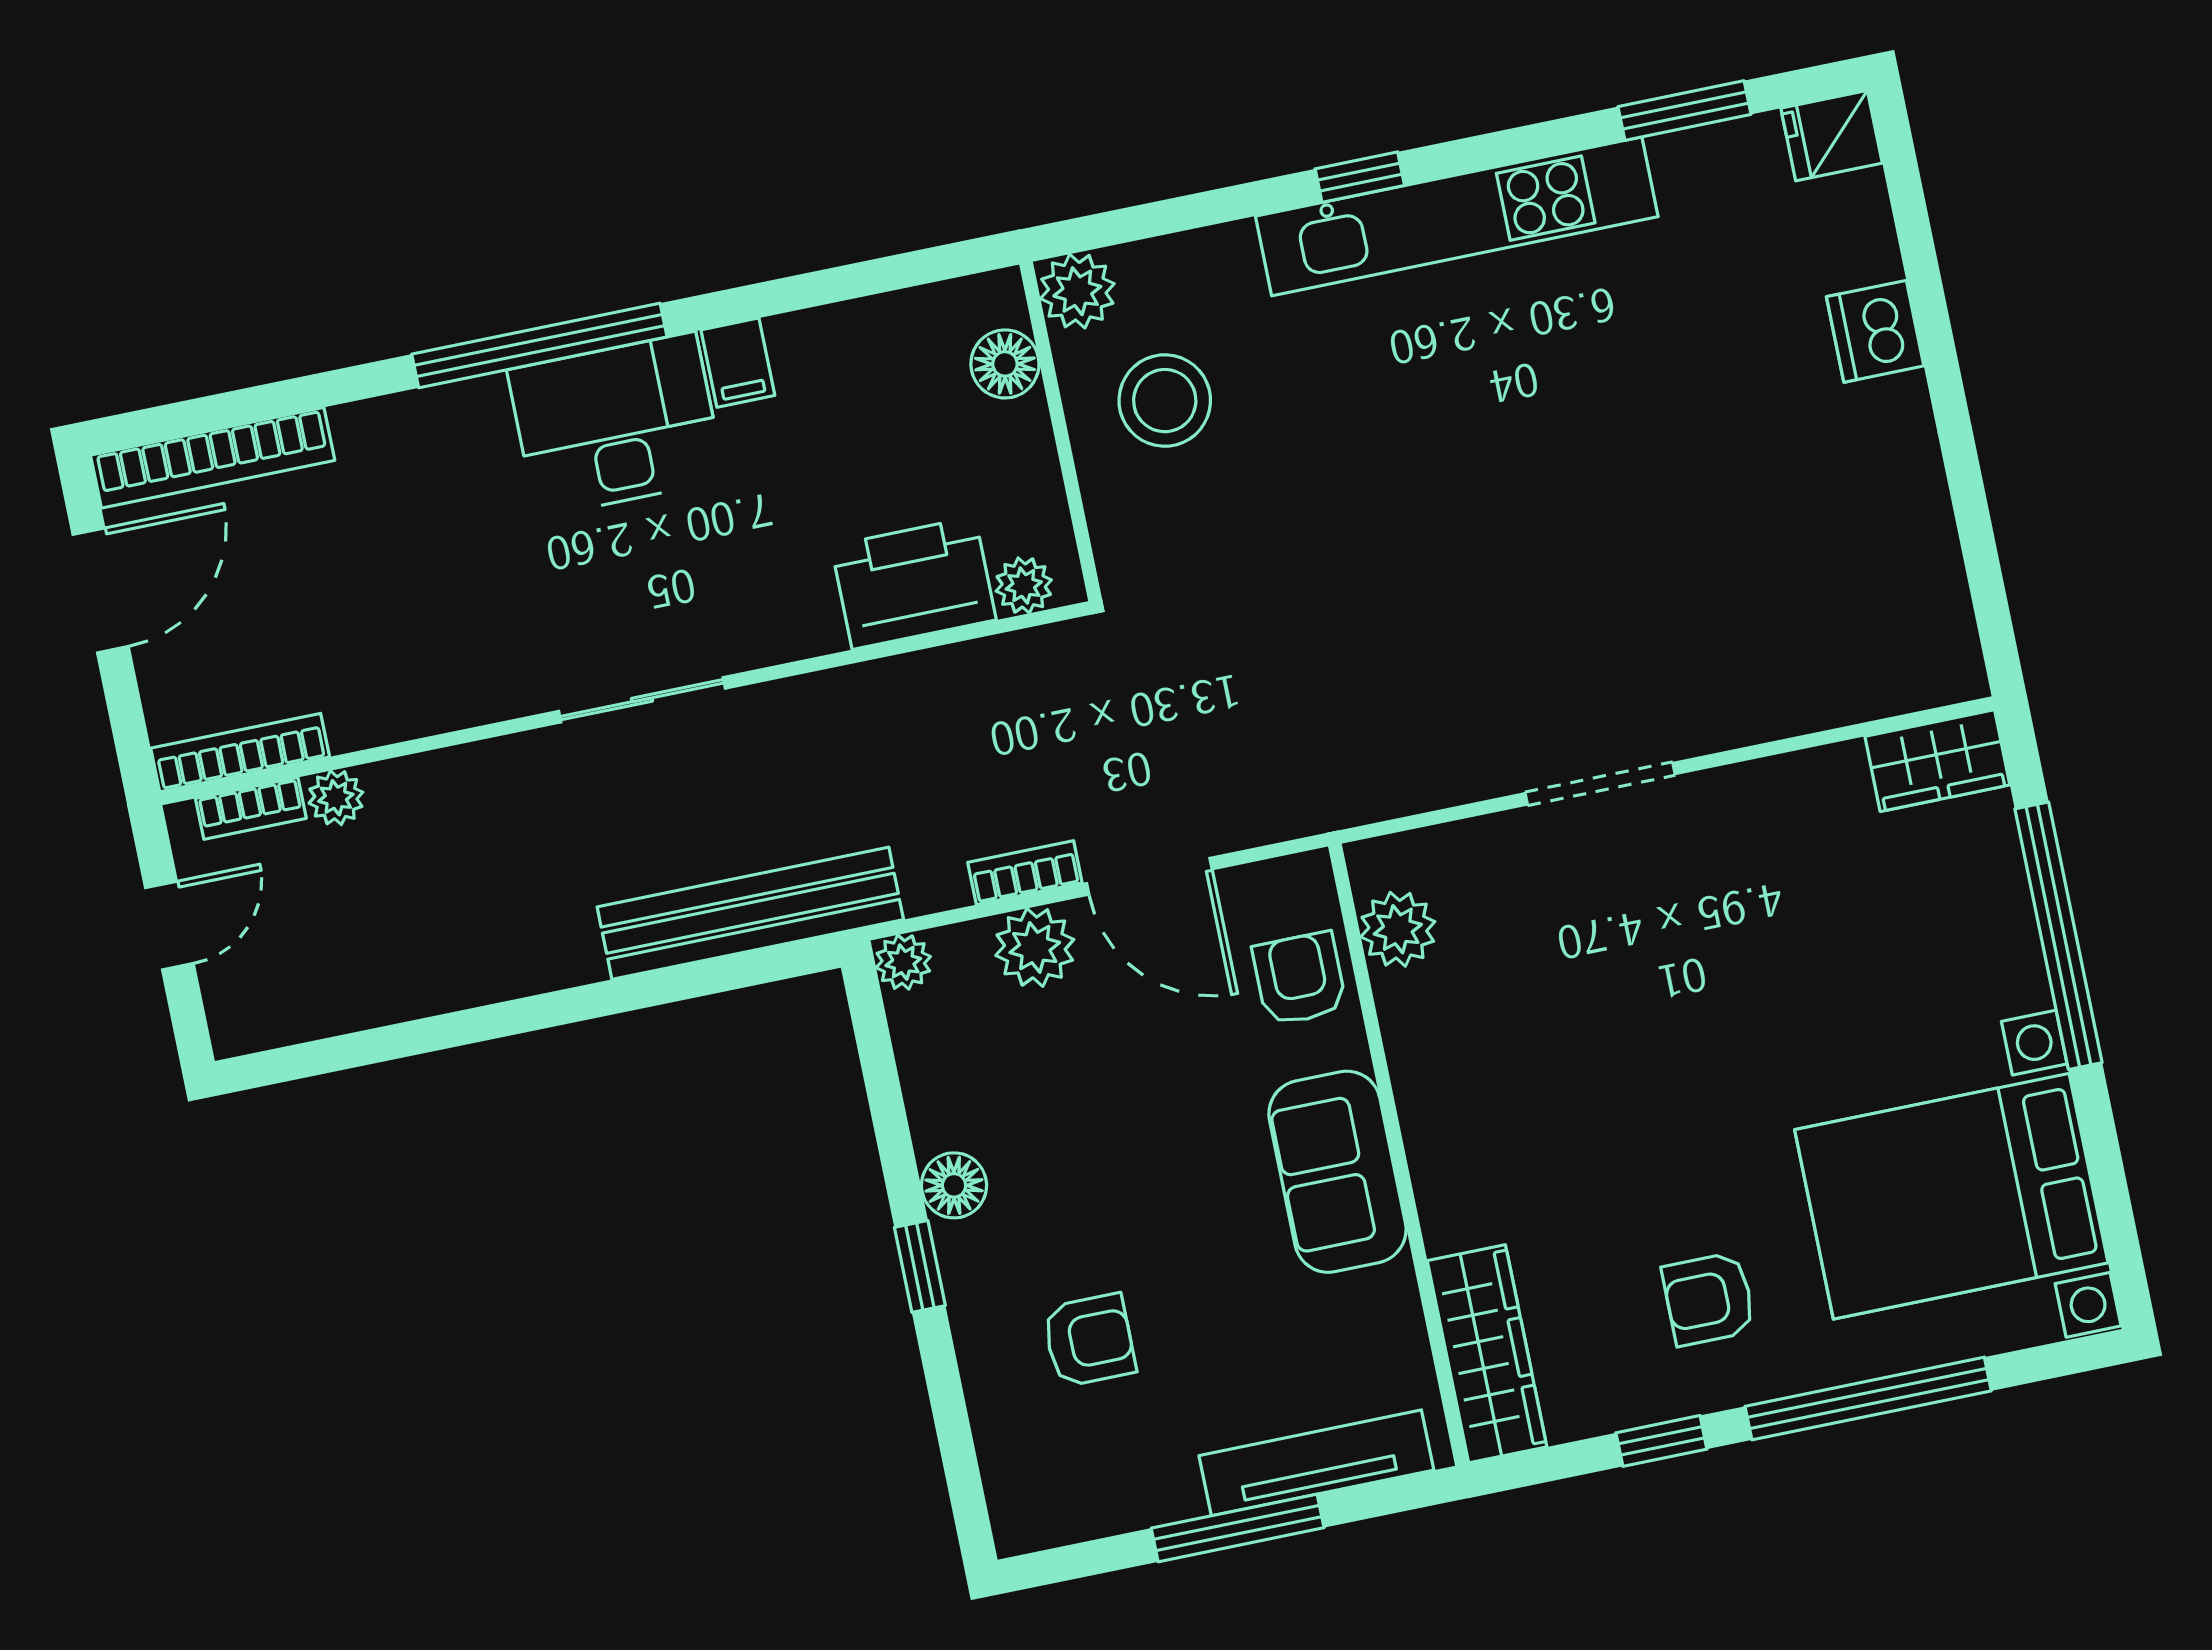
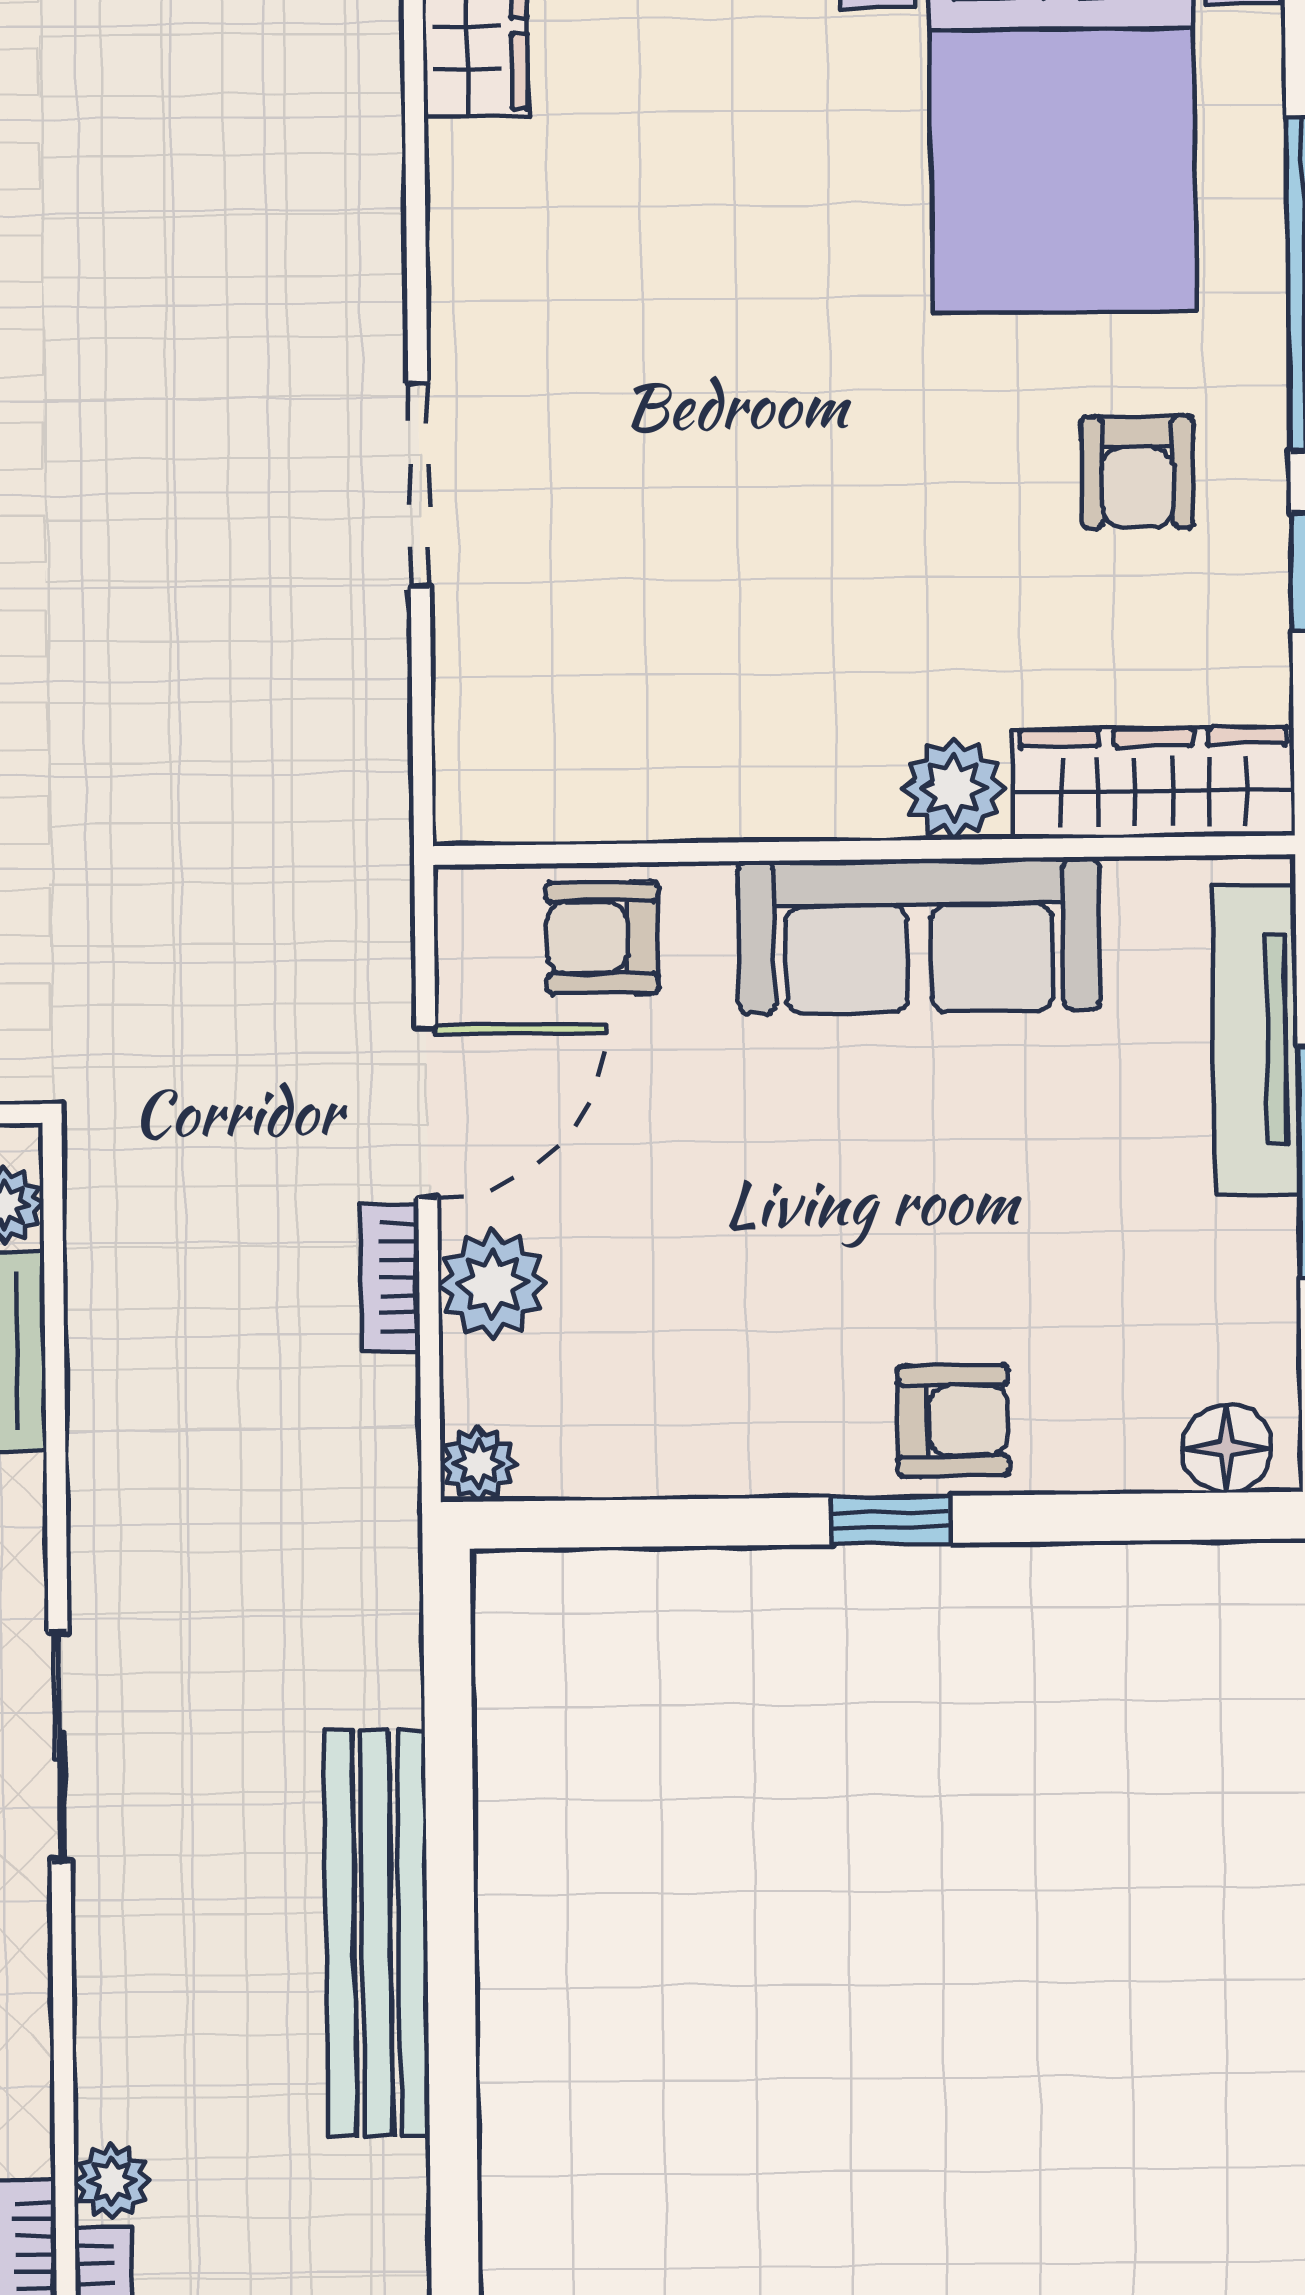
bench: (750, 913) -> (377, 1933), moved
plant: (1398, 929) -> (954, 788), moved
sofa: (1337, 1172) -> (919, 936), width x1.36
floor lamp: (954, 1185) -> (1227, 1448), moved
armchair: (1089, 1340) -> (953, 1421), moved, turned 90

